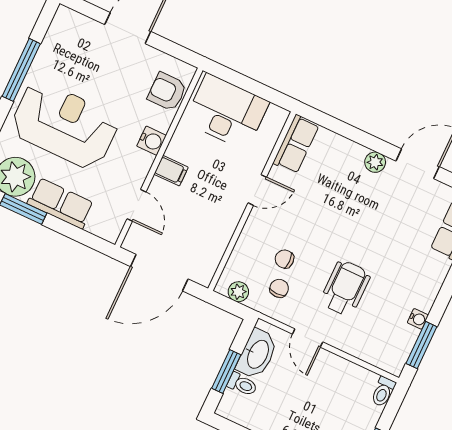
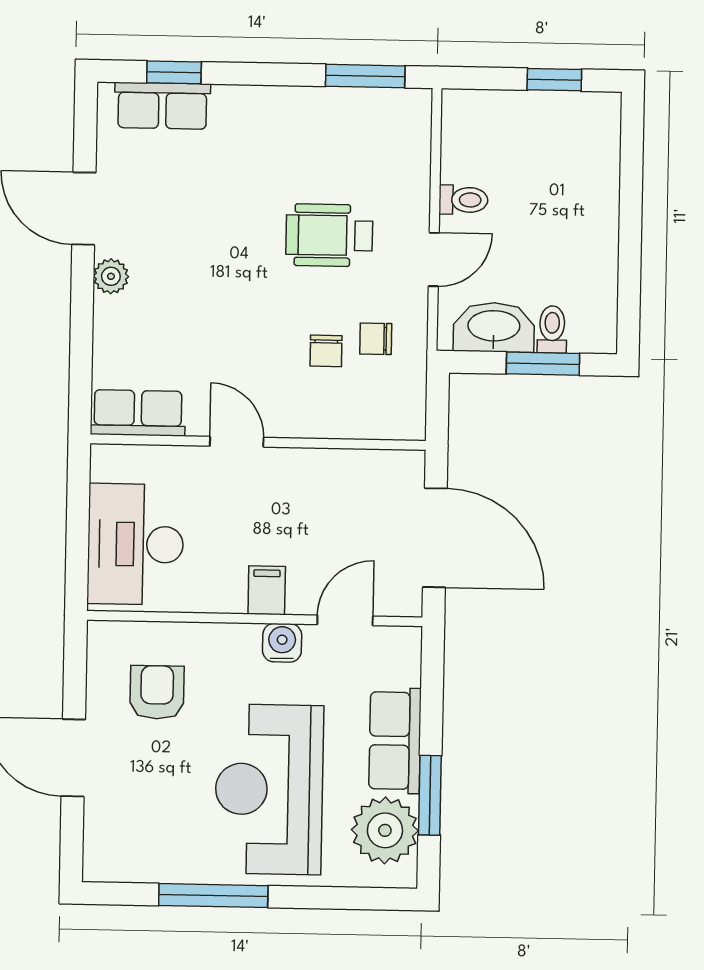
armchair: (167, 92) -> (157, 692), moved, turned 180
water cooler: (152, 141) -> (282, 643), moved
plant: (238, 292) -> (409, 400), removed
water cooler: (418, 319) -> (327, 100), removed
toilet: (383, 392) -> (463, 200), moved

